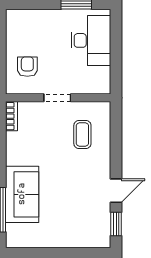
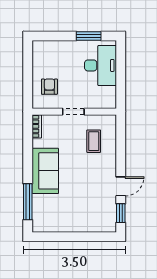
sofa: (22, 194) -> (45, 171), moved

